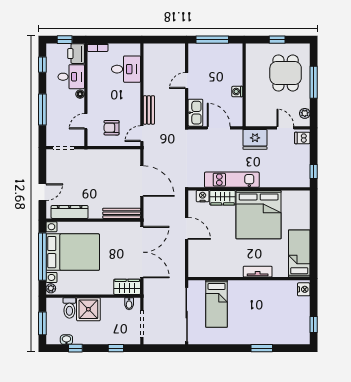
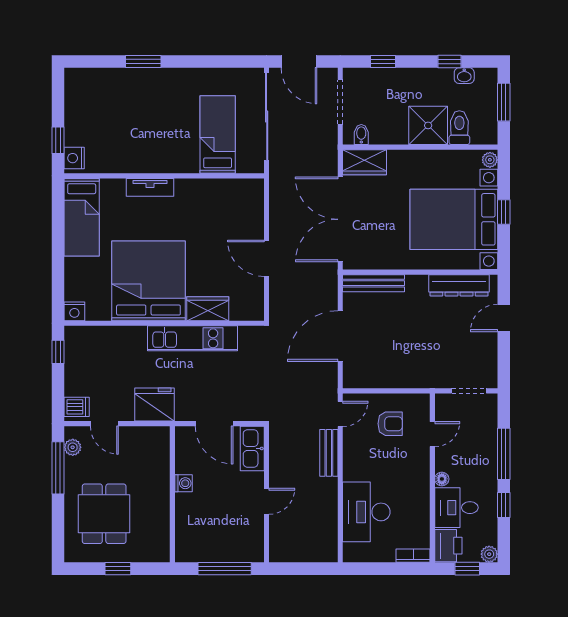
plant: (51, 48) -> (489, 554), added
window: (42, 65) -> (504, 505), moved
desk: (126, 69) -> (366, 512), width x1.37
window: (314, 82) -> (58, 468), moved
door: (142, 181) -> (340, 336), hinge flipped
nightstand: (203, 196) -> (74, 311), moved
window: (42, 257) -> (504, 212), width x0.32
window: (314, 324) -> (58, 140), moved
door: (167, 348) -> (299, 62), added

